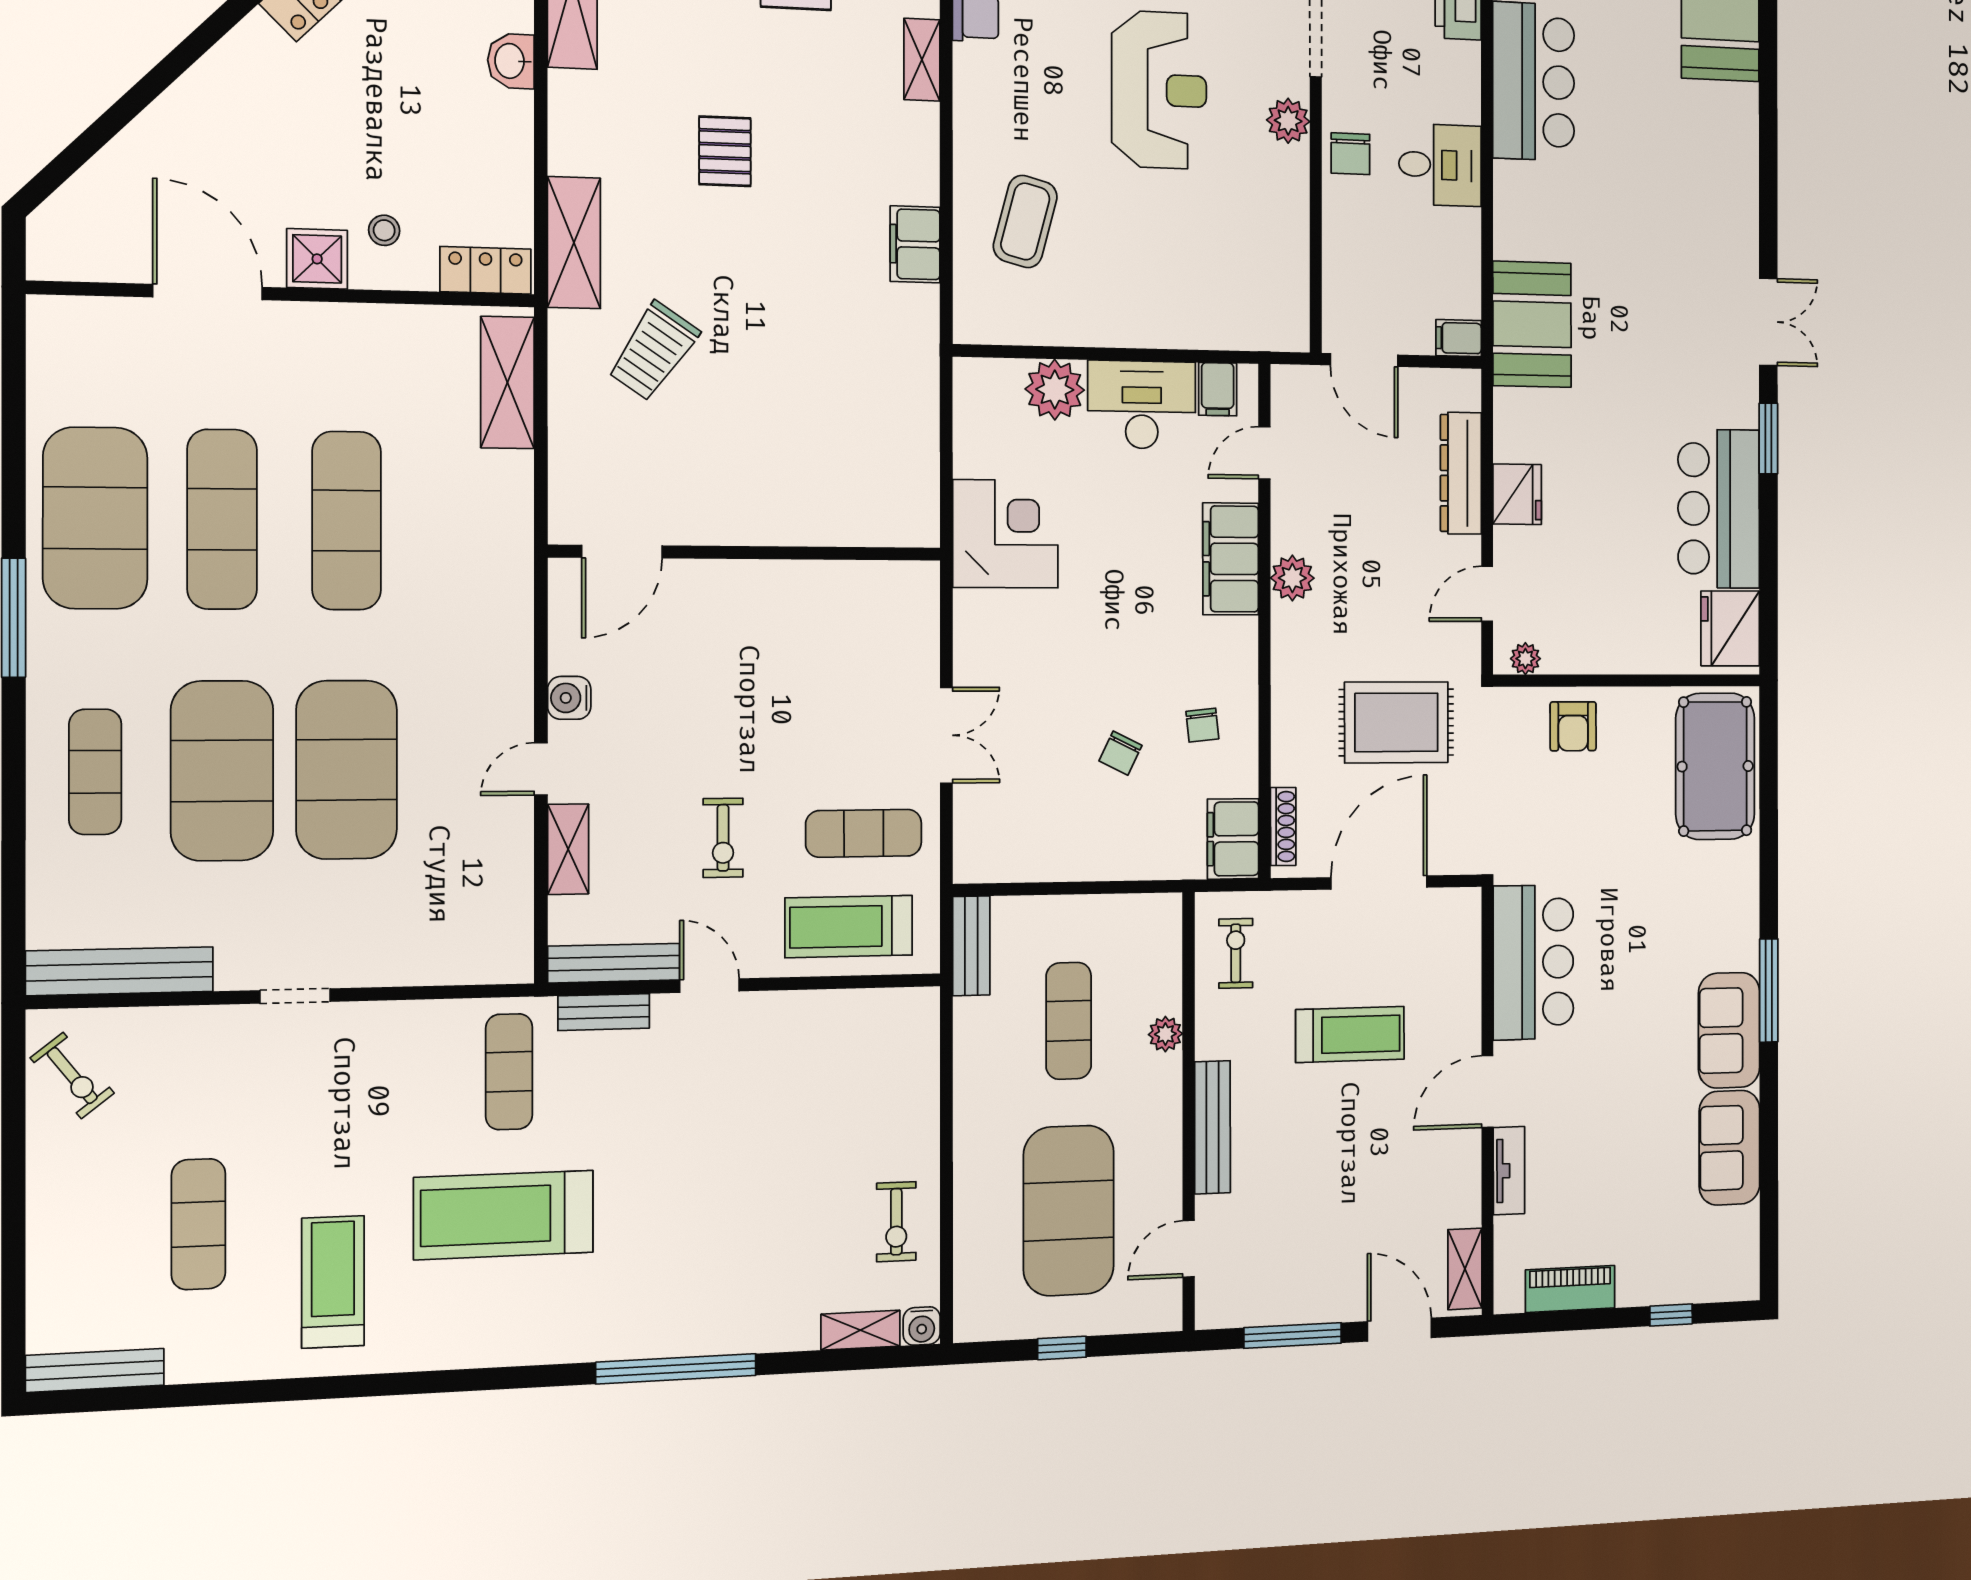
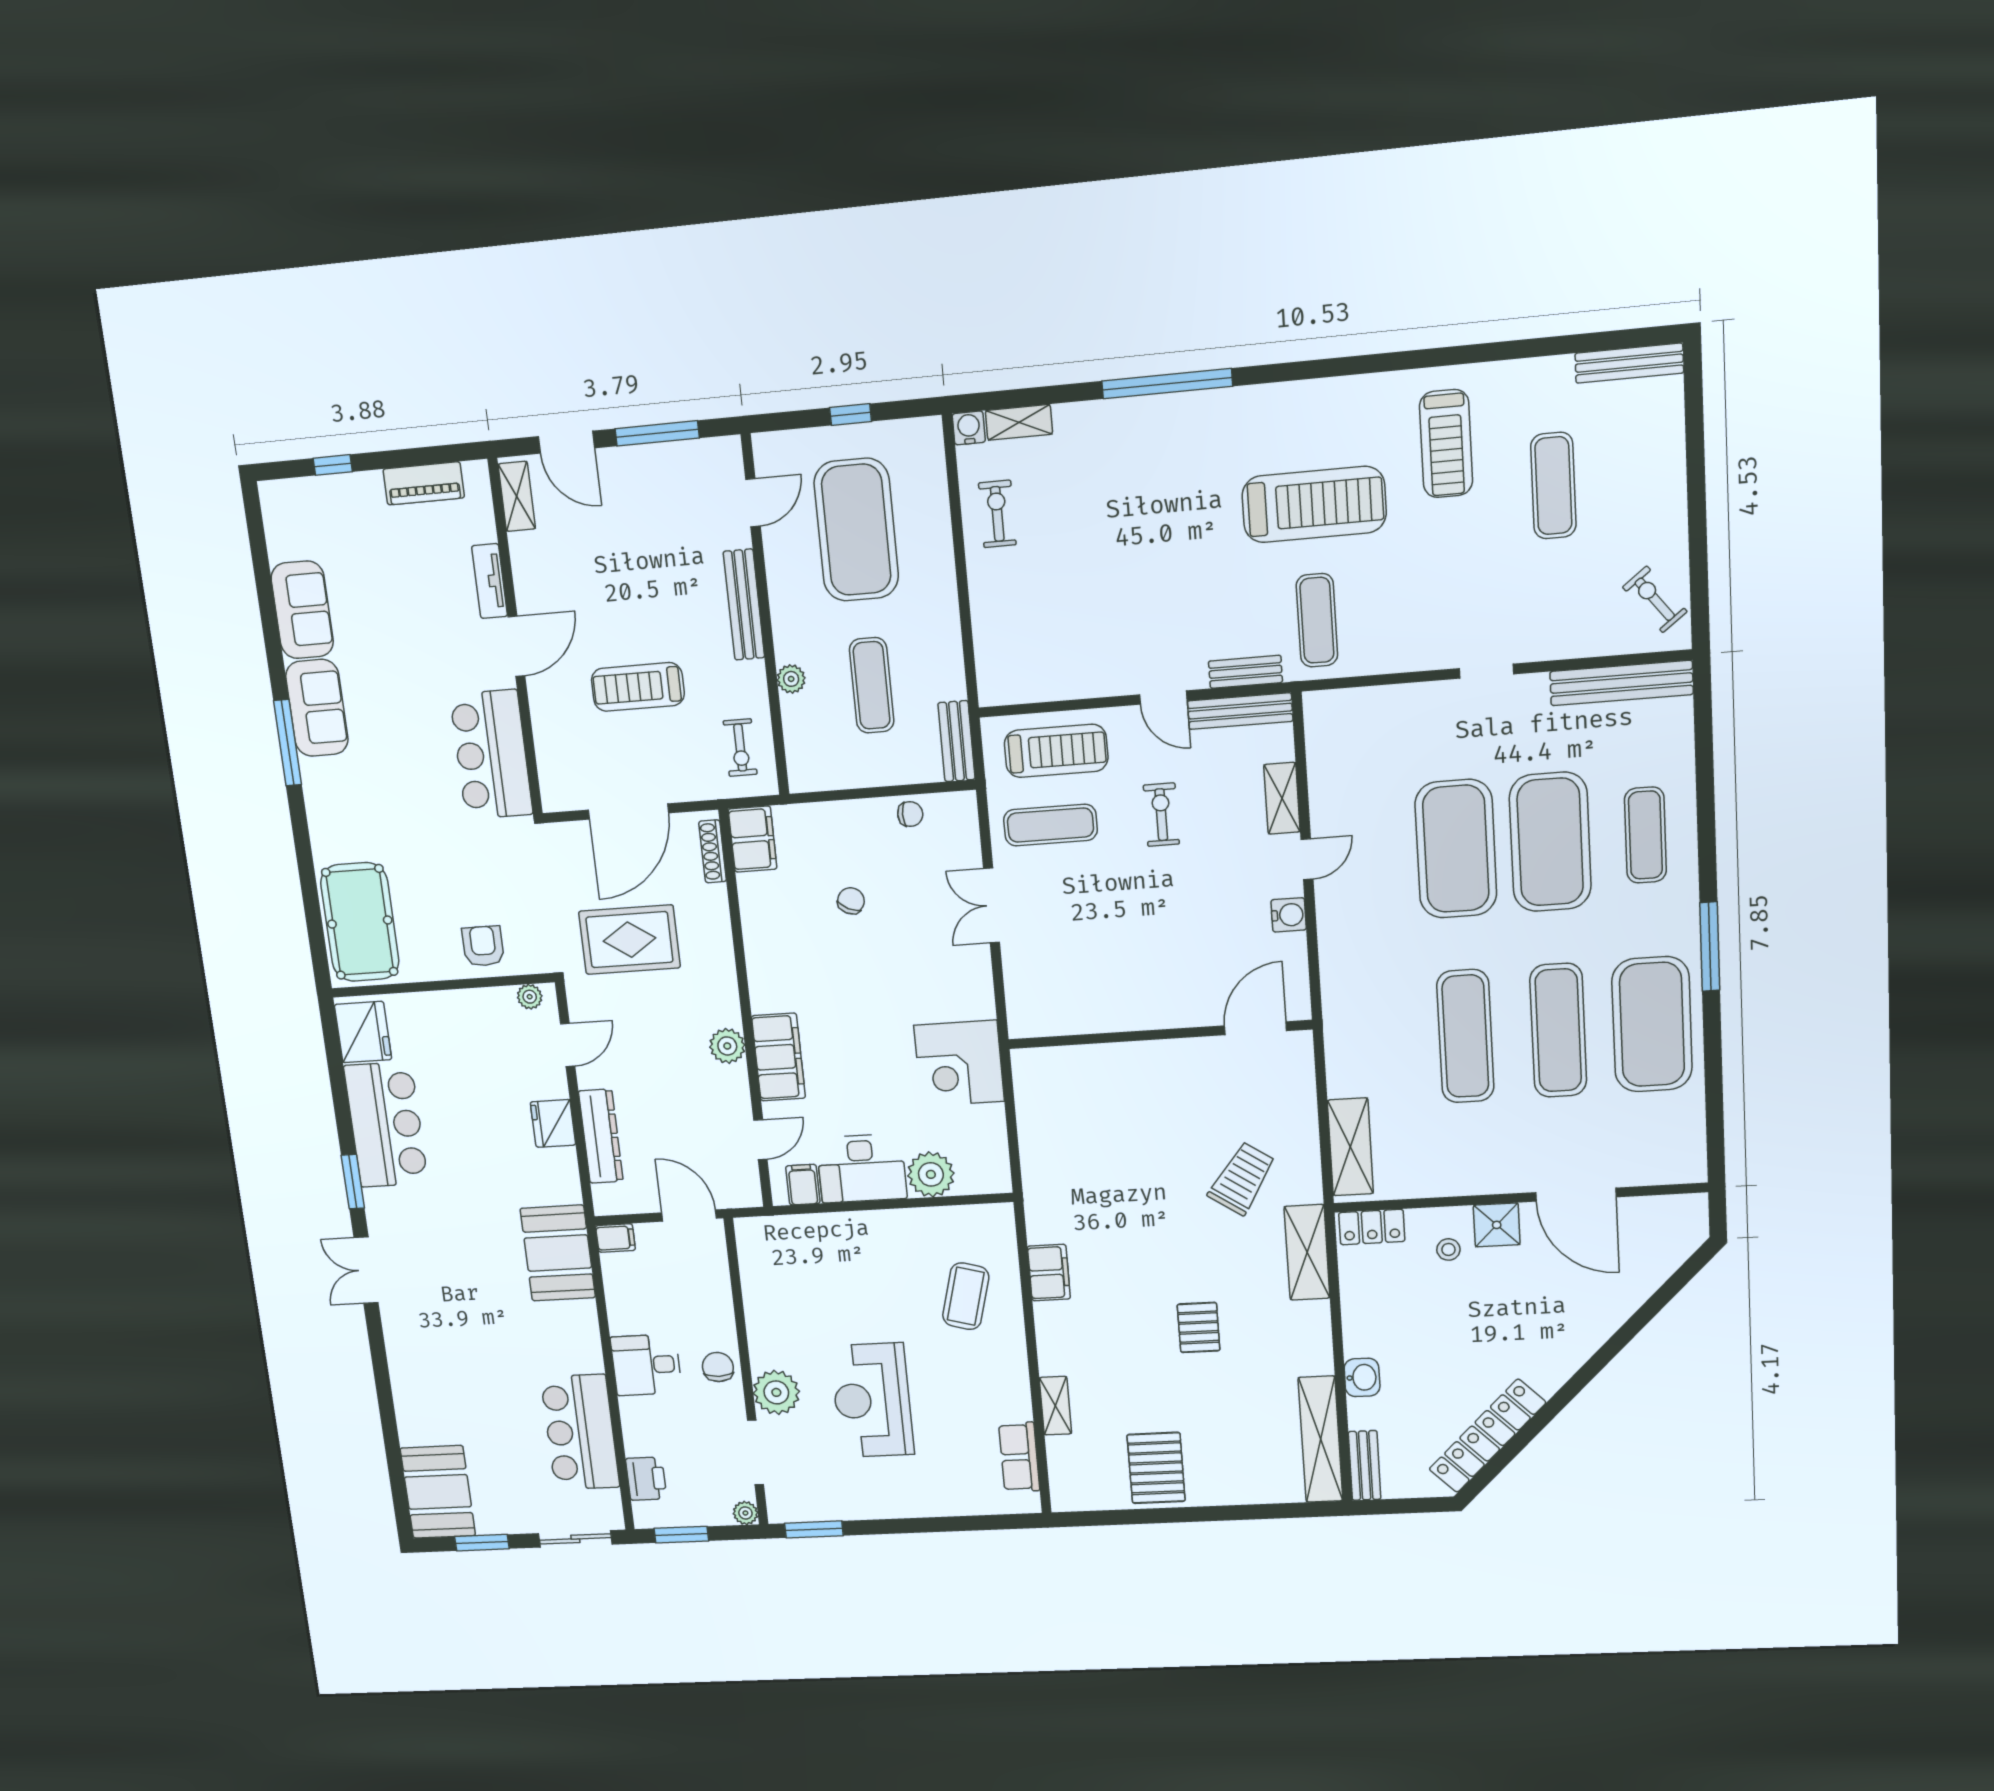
plant: (1288, 121) -> (776, 1392), width x1.36, depth x1.36
chair: (1202, 725) -> (910, 814), moved, turned 96

